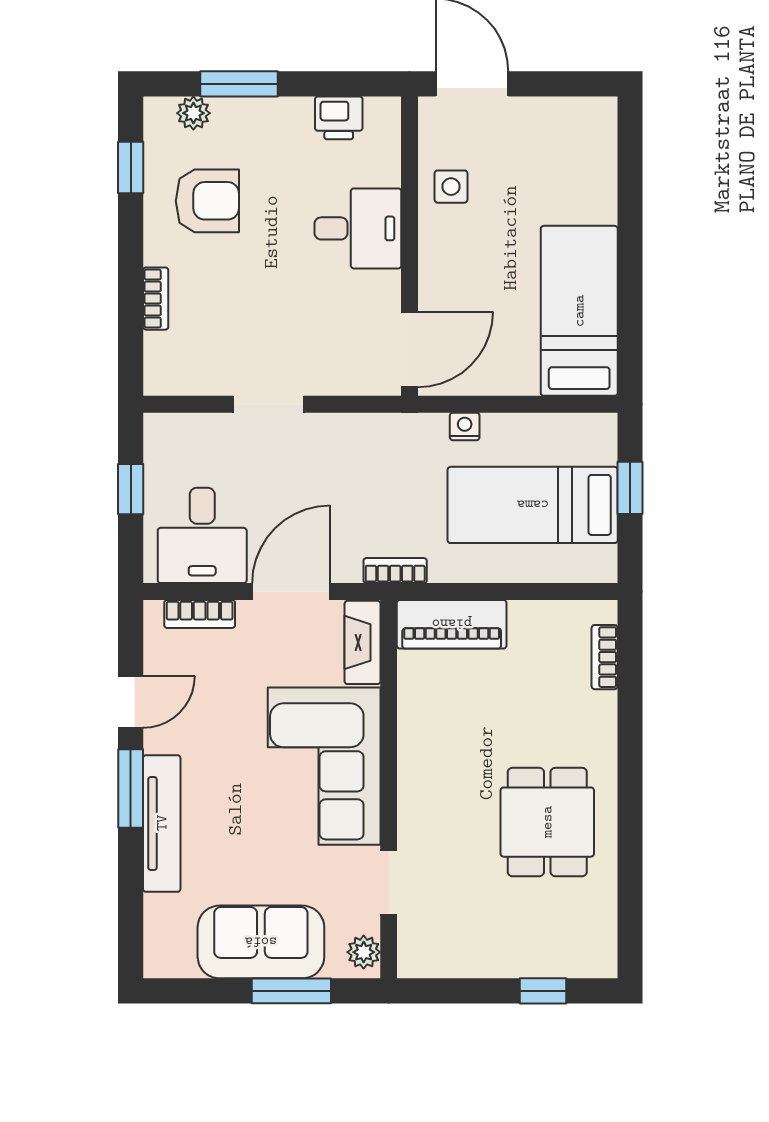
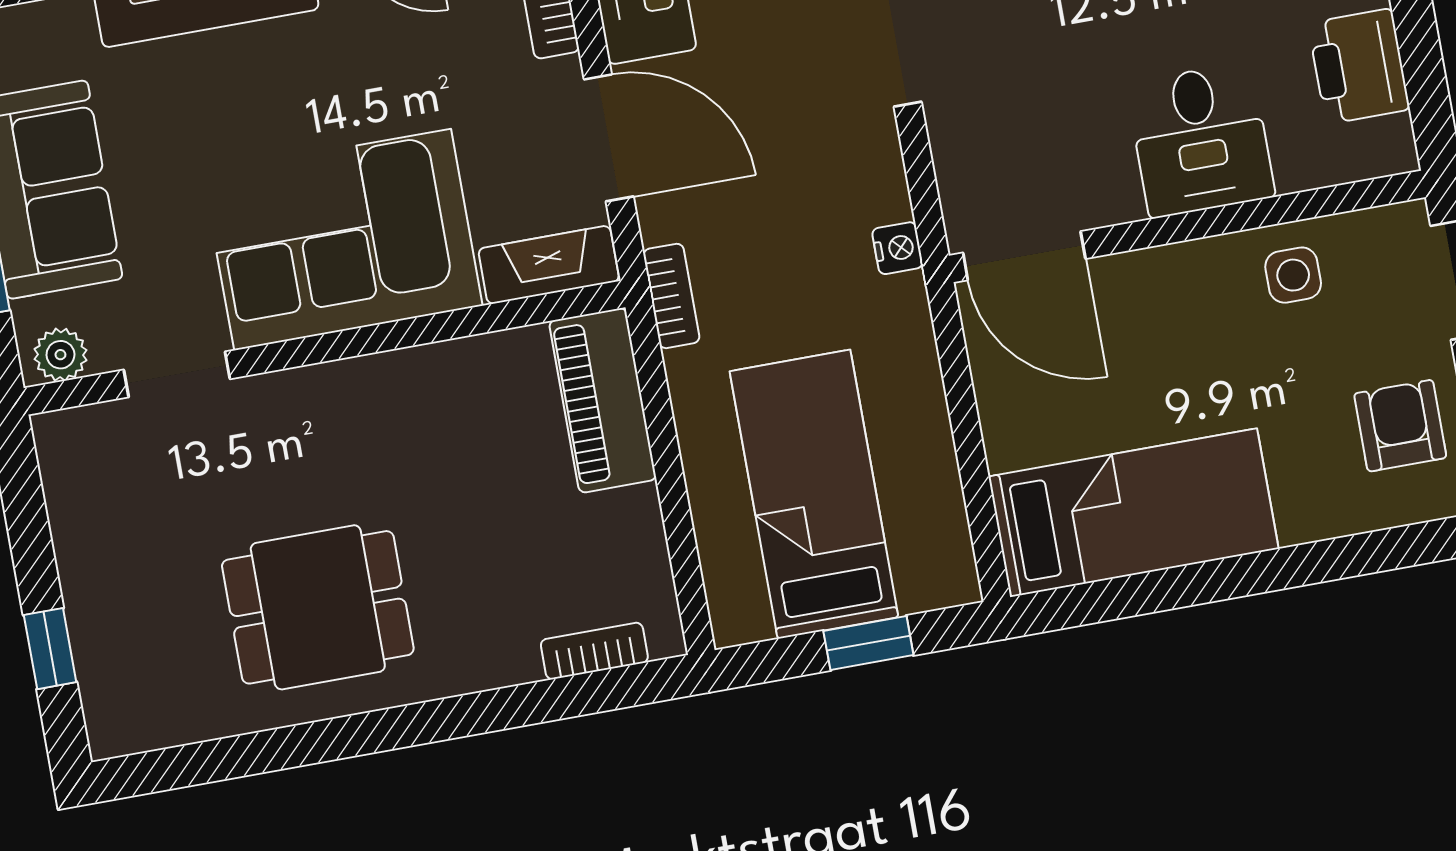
printer: (339, 118) -> (1359, 66), width x1.36, depth x1.24
armchair: (555, 137) -> (1400, 426), added
nightstand: (465, 426) -> (897, 248), moved

